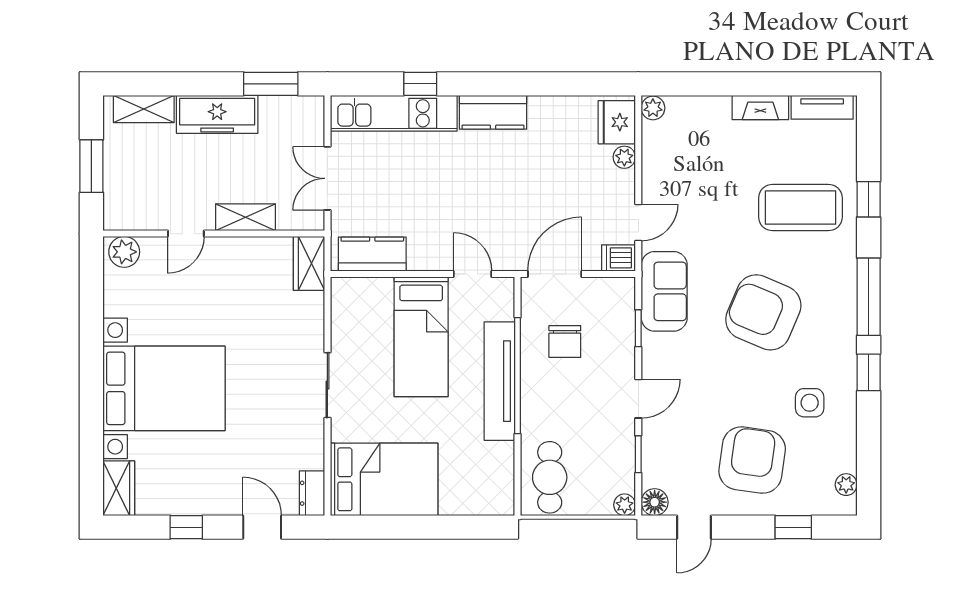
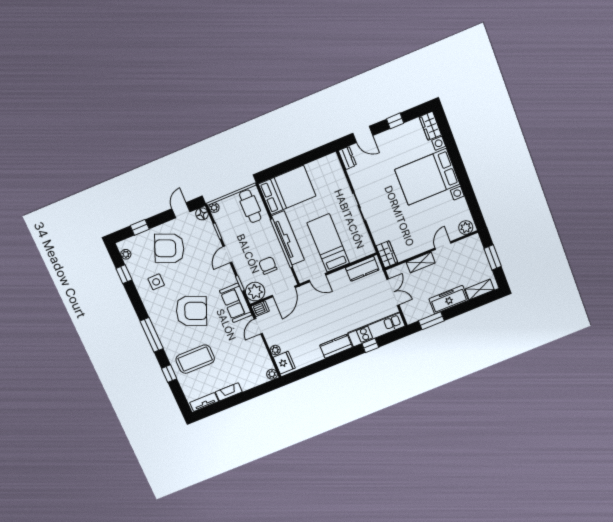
plant: (614, 298) -> (255, 292), added
window: (869, 372) -> (124, 274), moved
armchair: (752, 460) -> (169, 248), turned 105
bed: (384, 479) -> (287, 190), moved, turned 180

